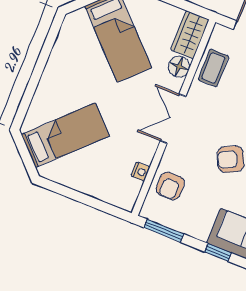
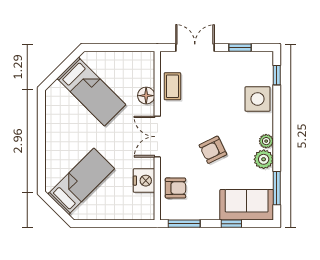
wardrobe: (190, 35) -> (145, 68), removed
nightstand: (140, 172) -> (144, 181), width x1.89, depth x1.79
armchair: (170, 186) -> (175, 188), turned -90

